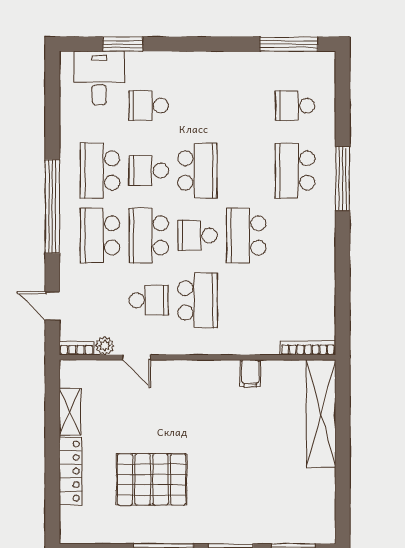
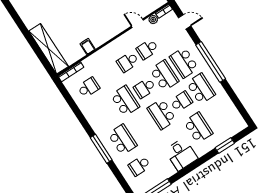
desk: (99, 78) -> (181, 154), moved
school desk: (149, 106) -> (198, 128), width x1.85
school desk: (295, 106) -> (139, 166), turned 180
school desk: (100, 235) -> (184, 63), turned 180
school desk: (197, 235) -> (145, 88), turned 180
school desk: (197, 300) -> (128, 62), width x0.54
school desk: (295, 300) -> (89, 87), added

